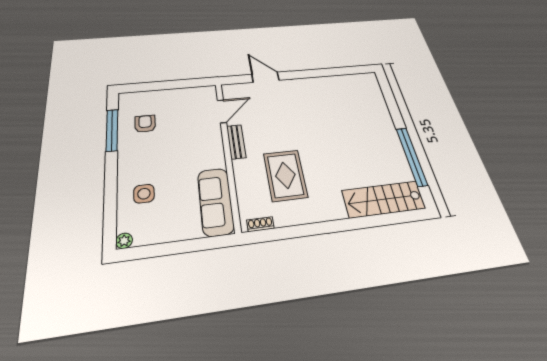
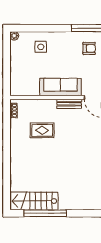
rug: (285, 175) -> (42, 130), width x0.73, depth x0.70
stairs: (384, 199) -> (34, 201), moved, turned -90
sofa: (216, 201) -> (60, 87), moved

